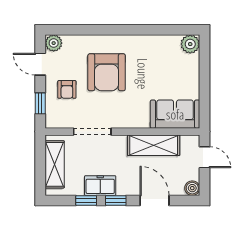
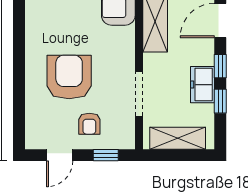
plant: (54, 43) -> (35, 139), removed
armchair: (107, 72) -> (69, 77), turned -90
armchair: (67, 89) -> (89, 124), turned 90

